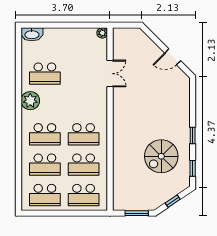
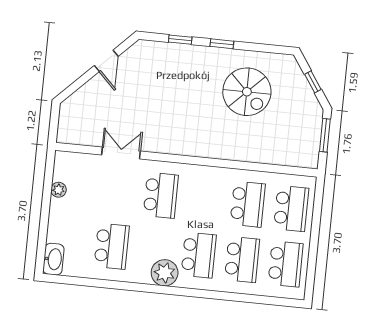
plant: (102, 33) -> (58, 190), moved
plant: (30, 101) -> (165, 273), moved
school desk: (84, 134) -> (161, 195), moved
window: (193, 168) -> (180, 40), moved

